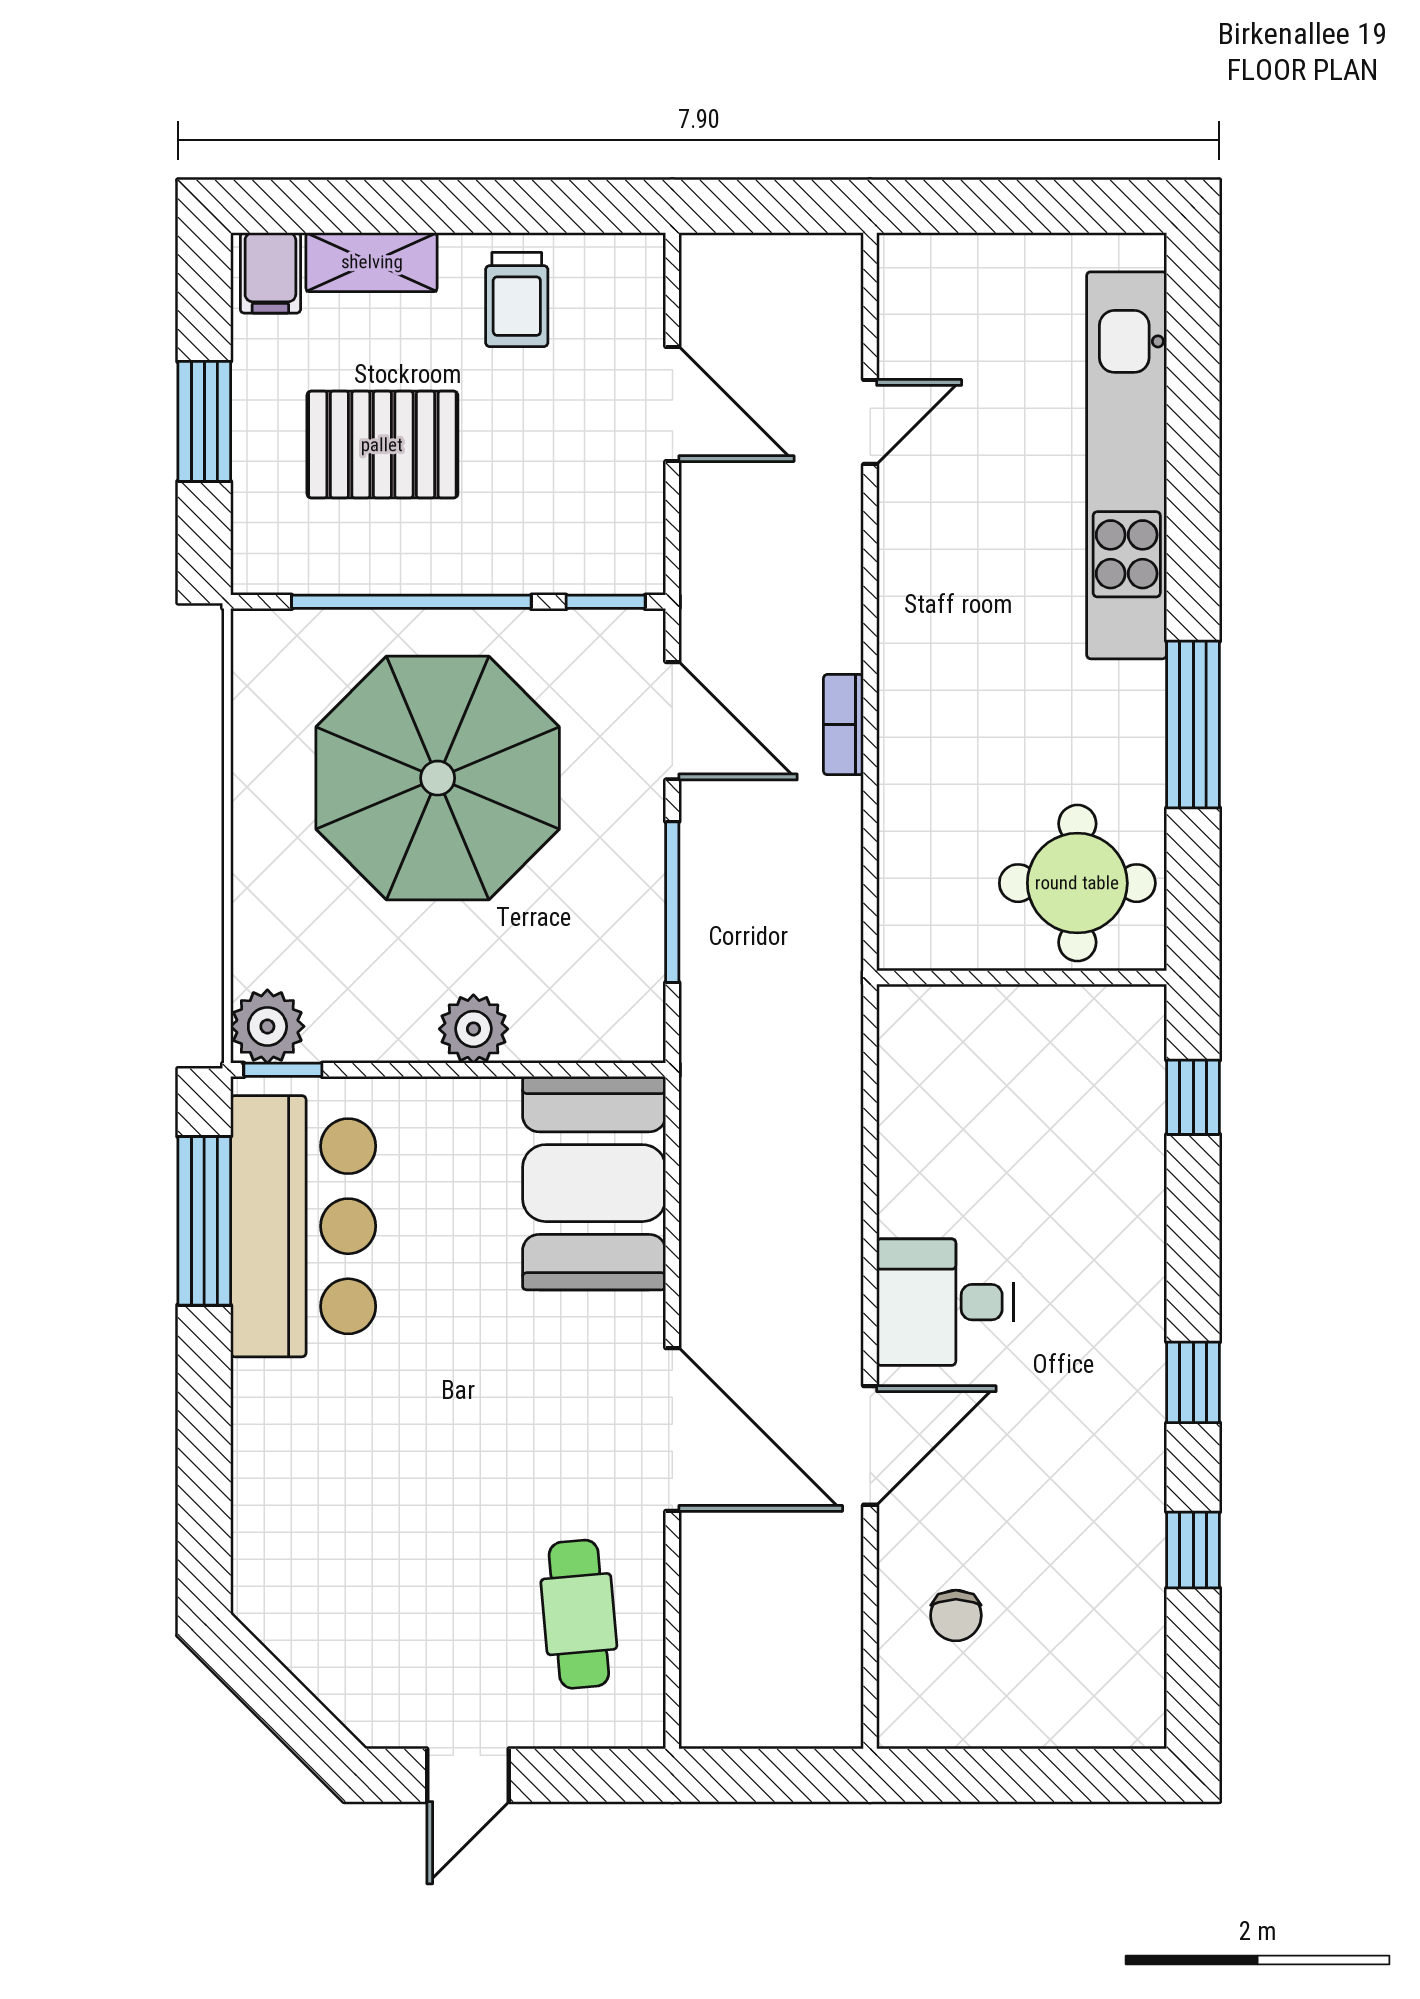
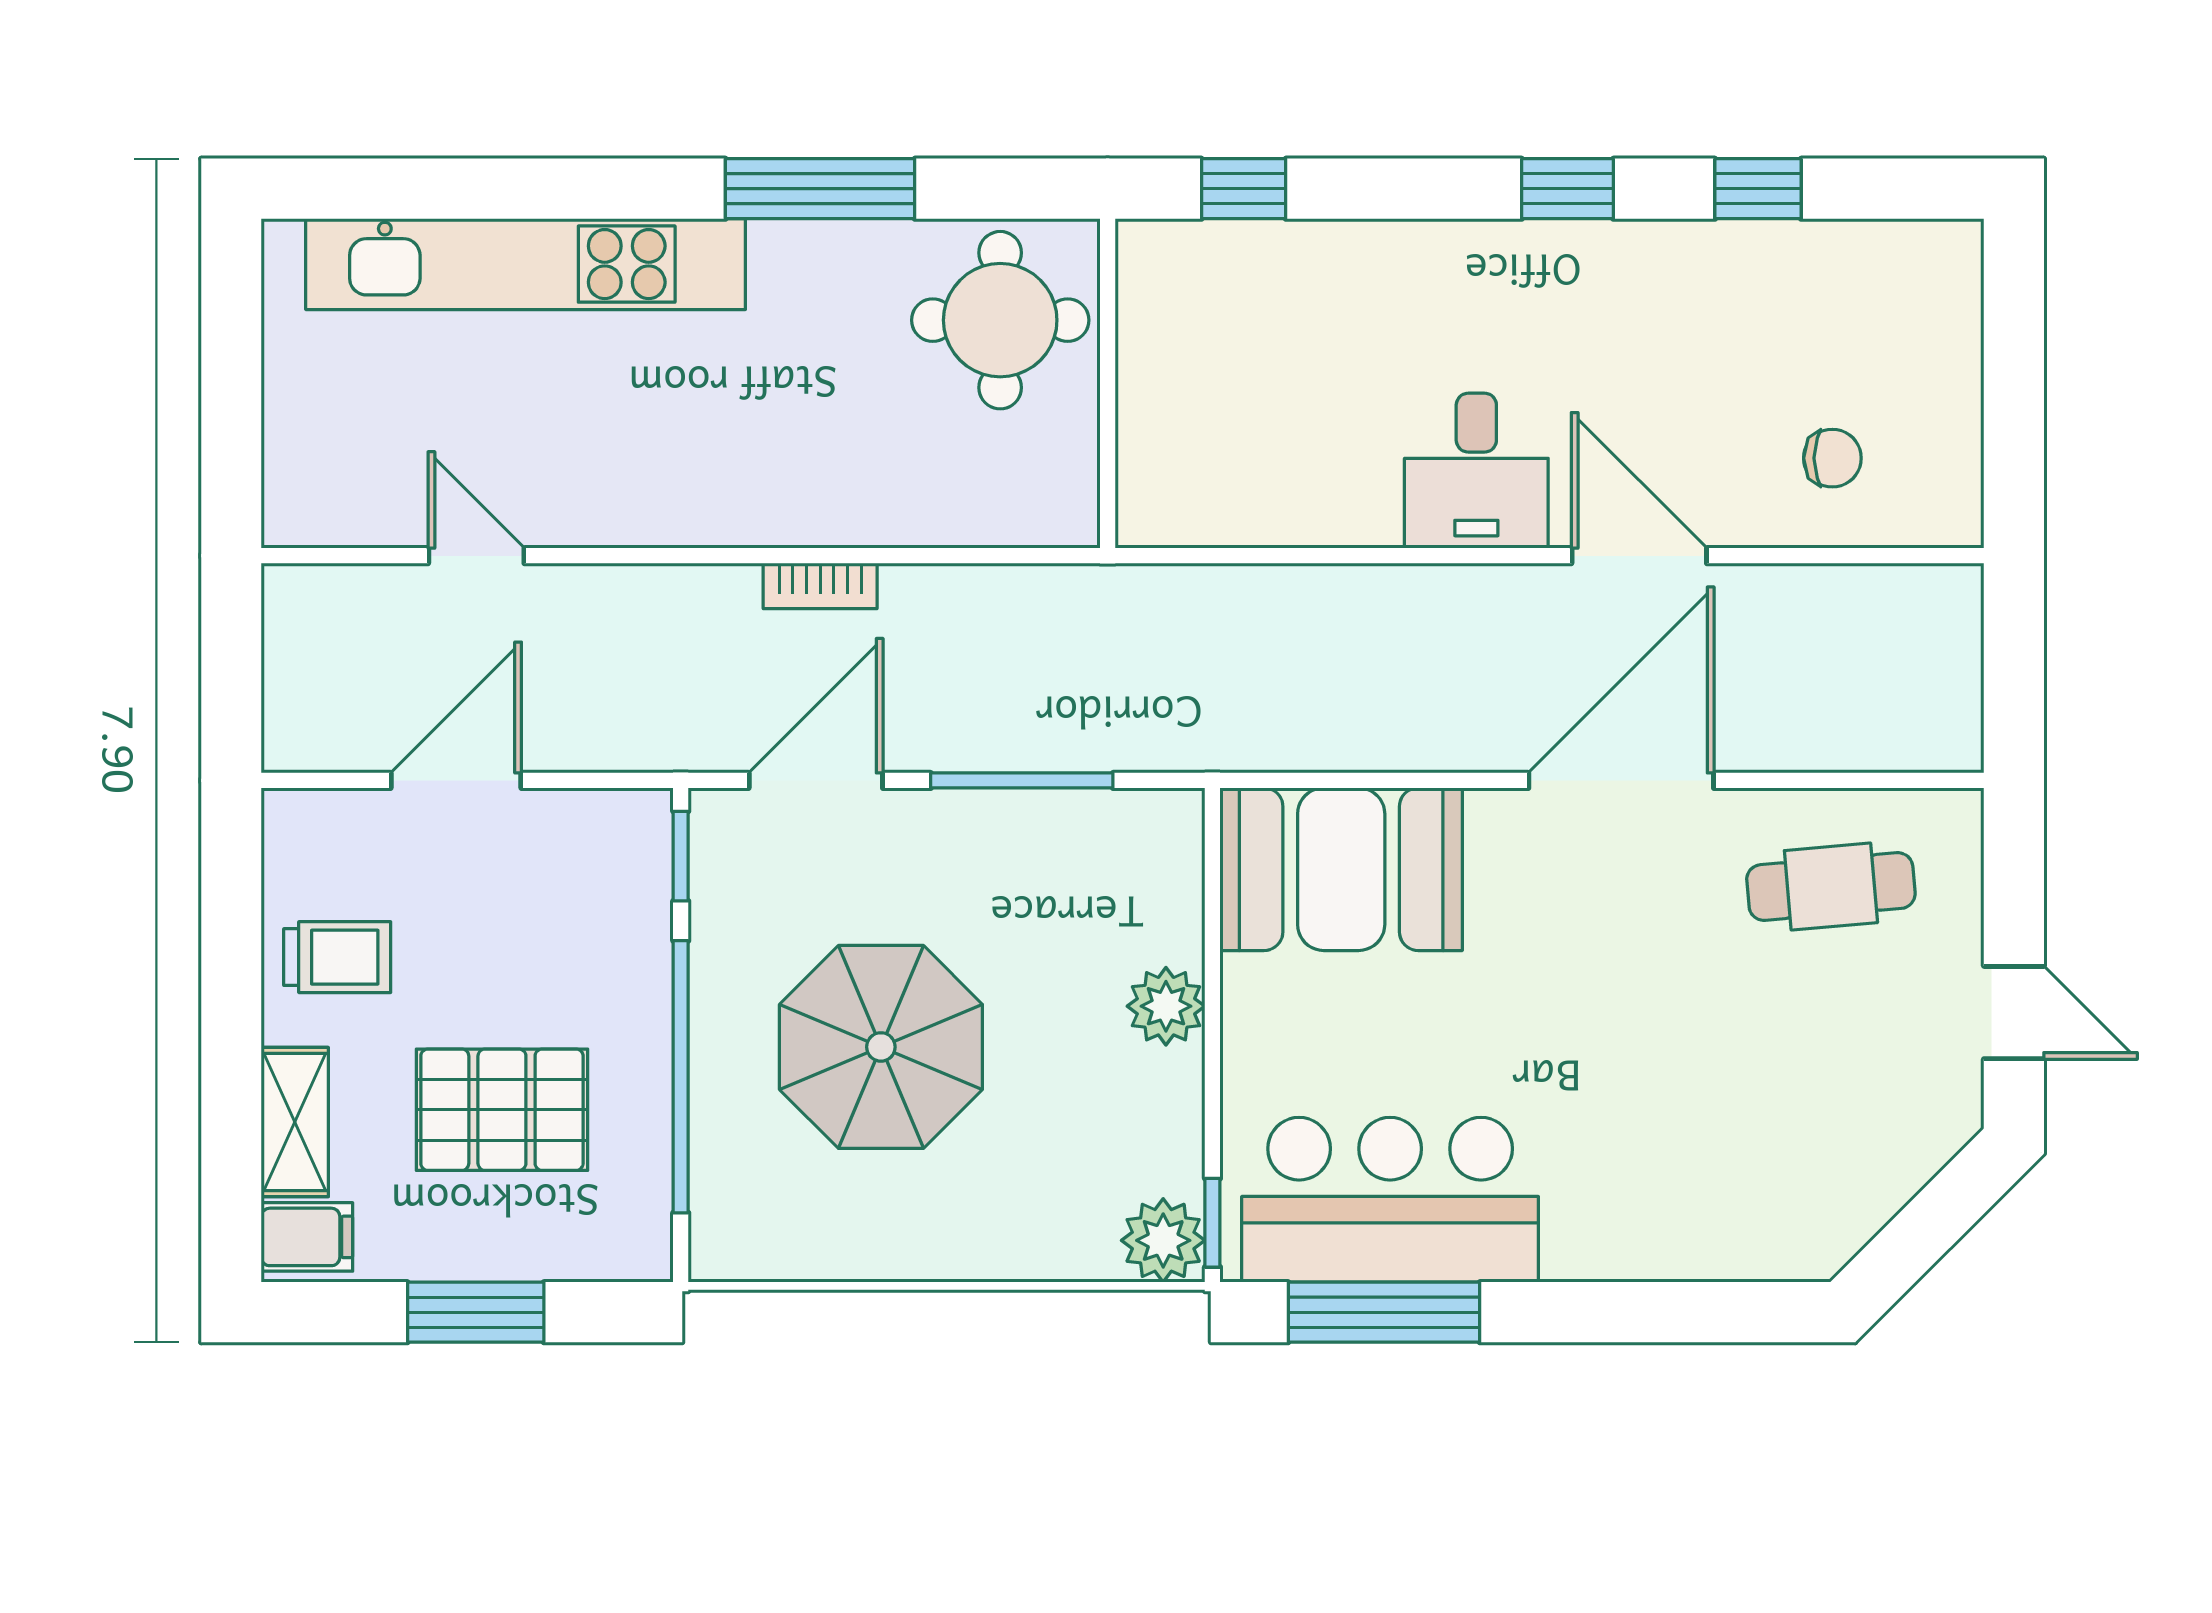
pallet: (382, 445) -> (502, 1110), turned 90
parasol: (438, 778) -> (881, 1047), width x0.73, depth x0.73

